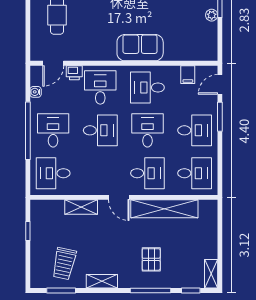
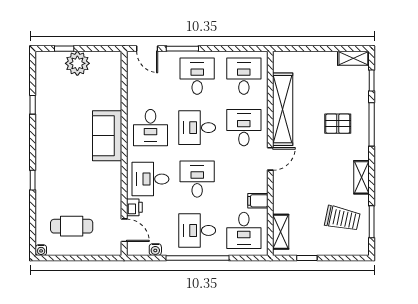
plant: (212, 15) -> (77, 63), width x1.88, depth x1.88
filing cabinet: (188, 75) -> (258, 201), moved, turned 180
shelving: (81, 207) -> (281, 232), moved

